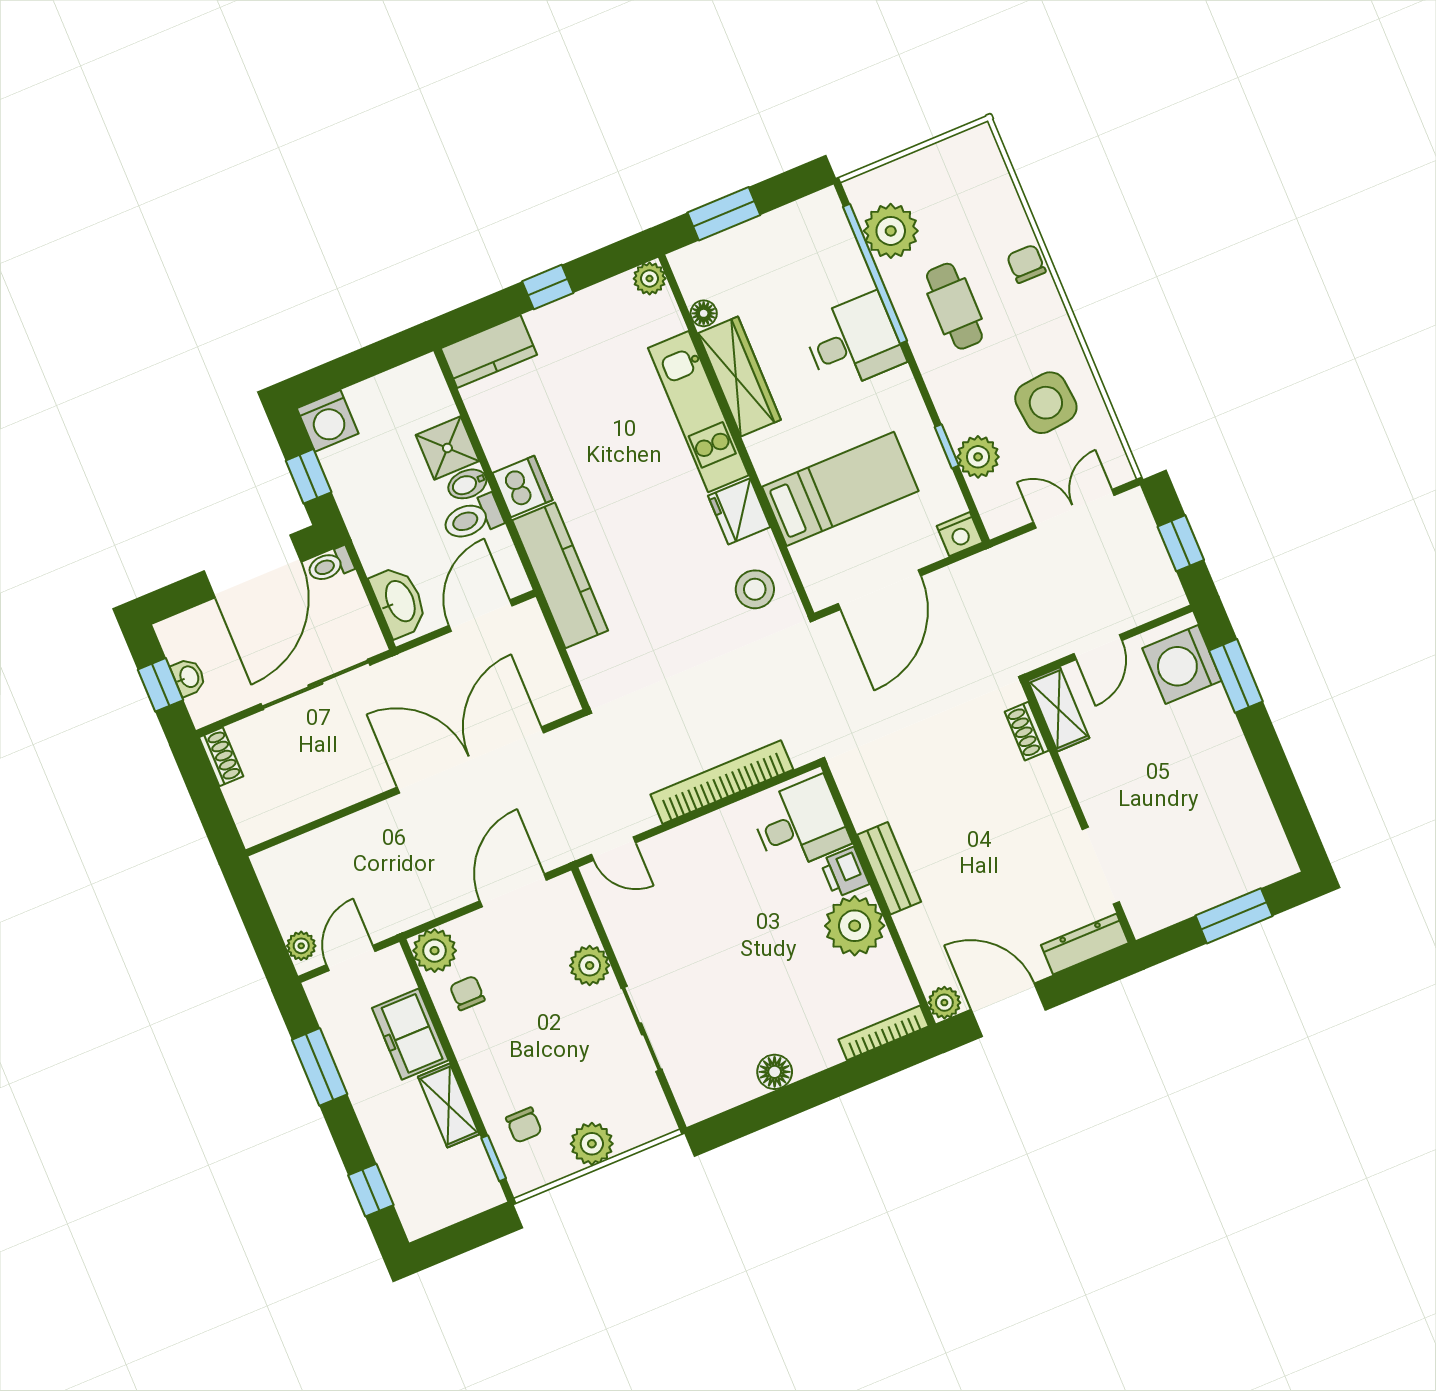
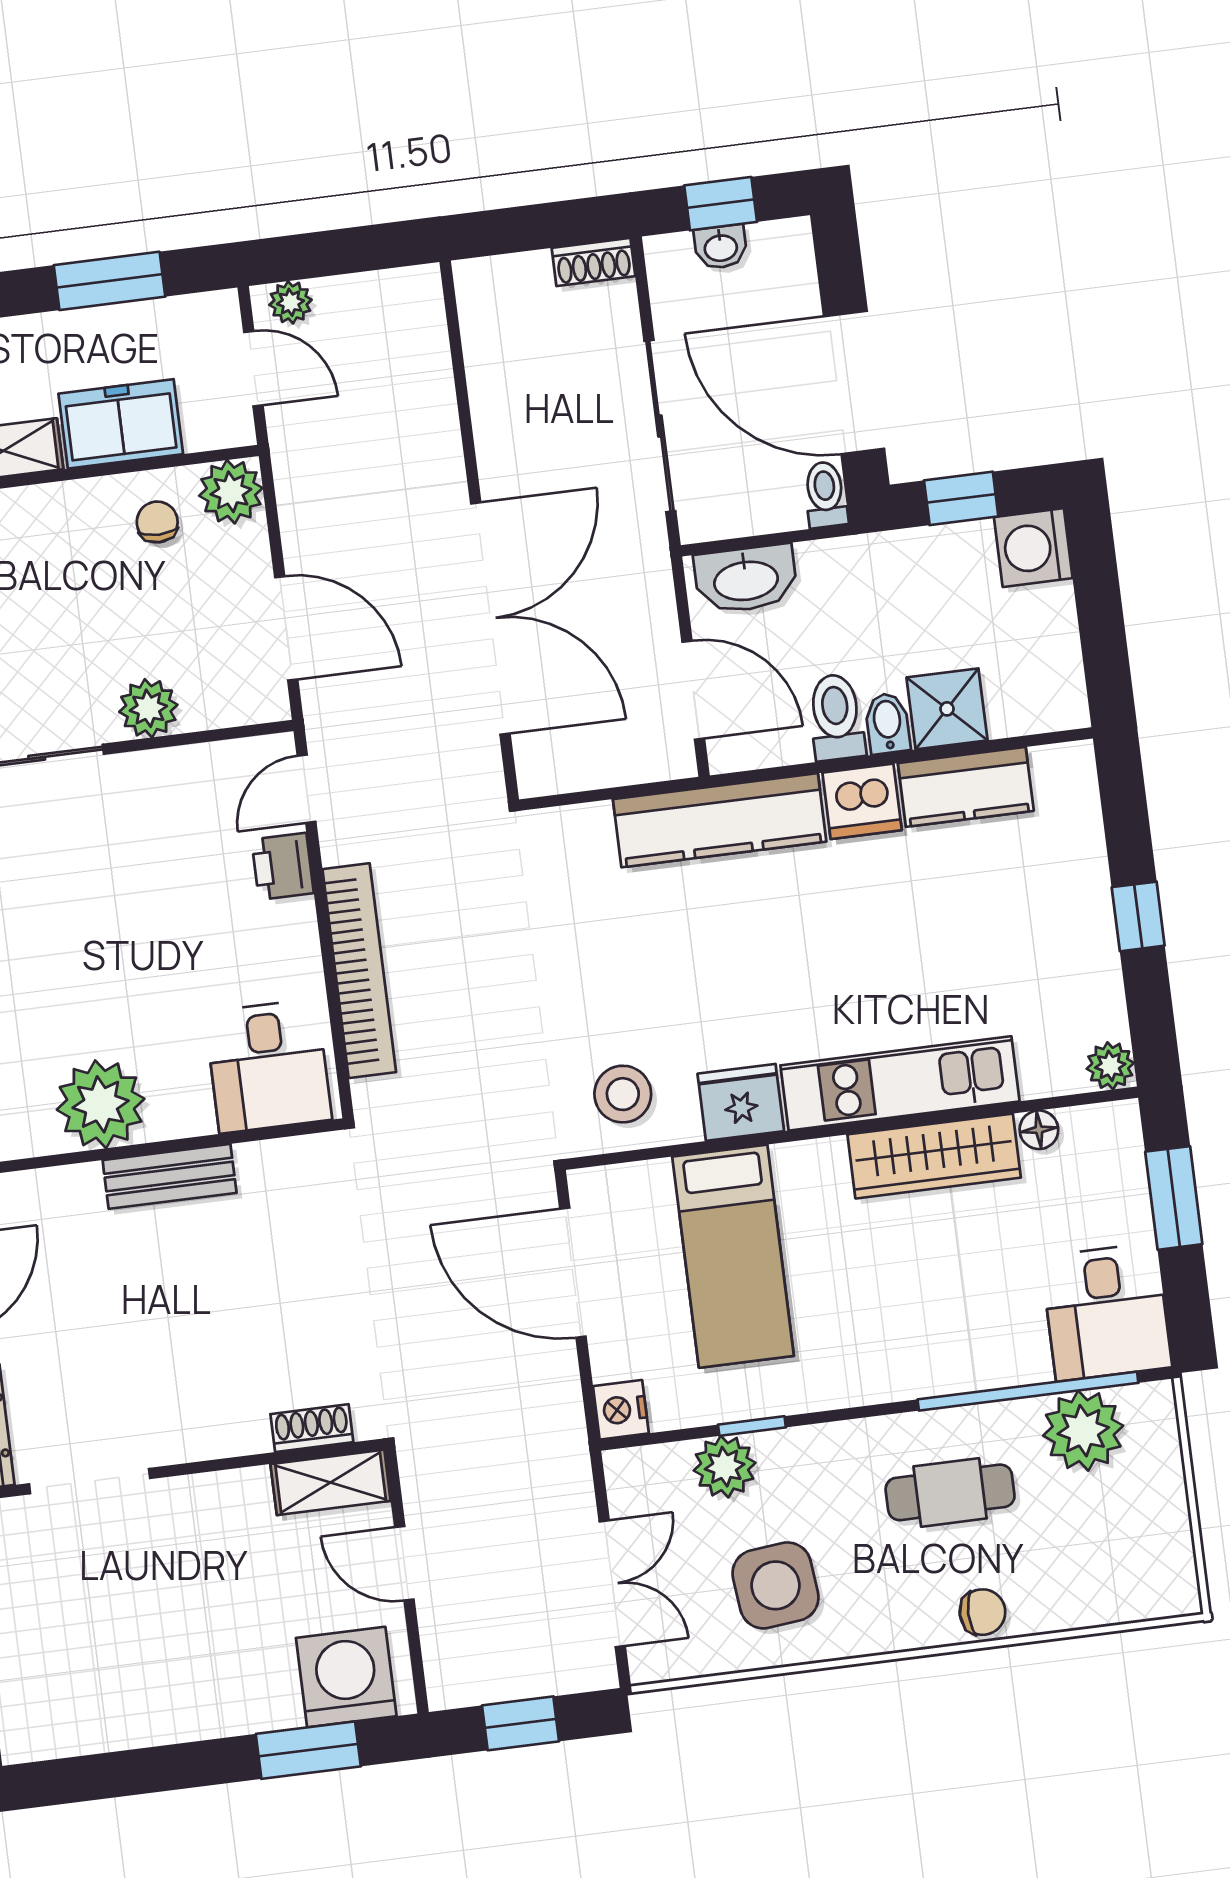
desk: (853, 342) -> (1106, 1312), moved
kitchen counter: (489, 352) -> (966, 787), moved, turned -90
printer: (844, 872) -> (283, 866), moved, turned -90
chair: (467, 993) -> (157, 522), turned -90

